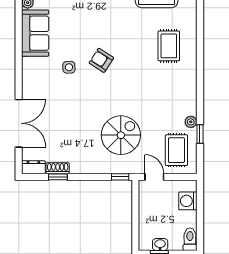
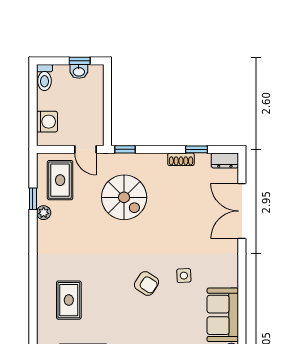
spiral stairs: (121, 135) -> (124, 197), turned -90
shoe rack: (58, 168) -> (181, 159), moved

